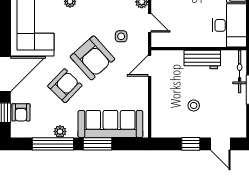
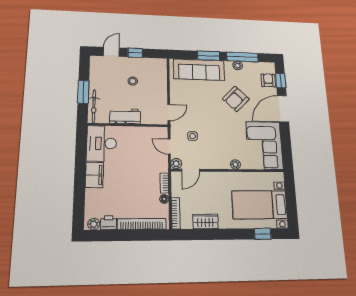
armchair: (92, 58) -> (215, 120), removed
door: (220, 144) -> (111, 52), hinge flipped

